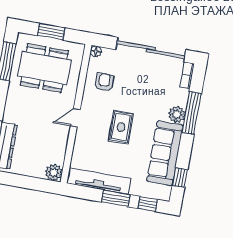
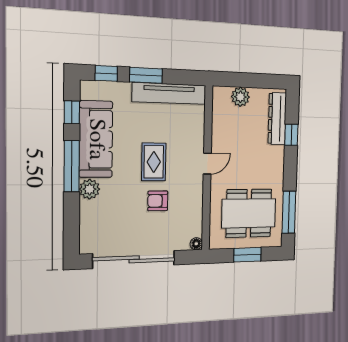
bookcase: (187, 75) -> (85, 239), removed
armchair: (104, 82) -> (158, 201), moved, turned 90
window: (192, 113) -> (72, 166), moved
plant: (54, 172) -> (240, 97), moved

